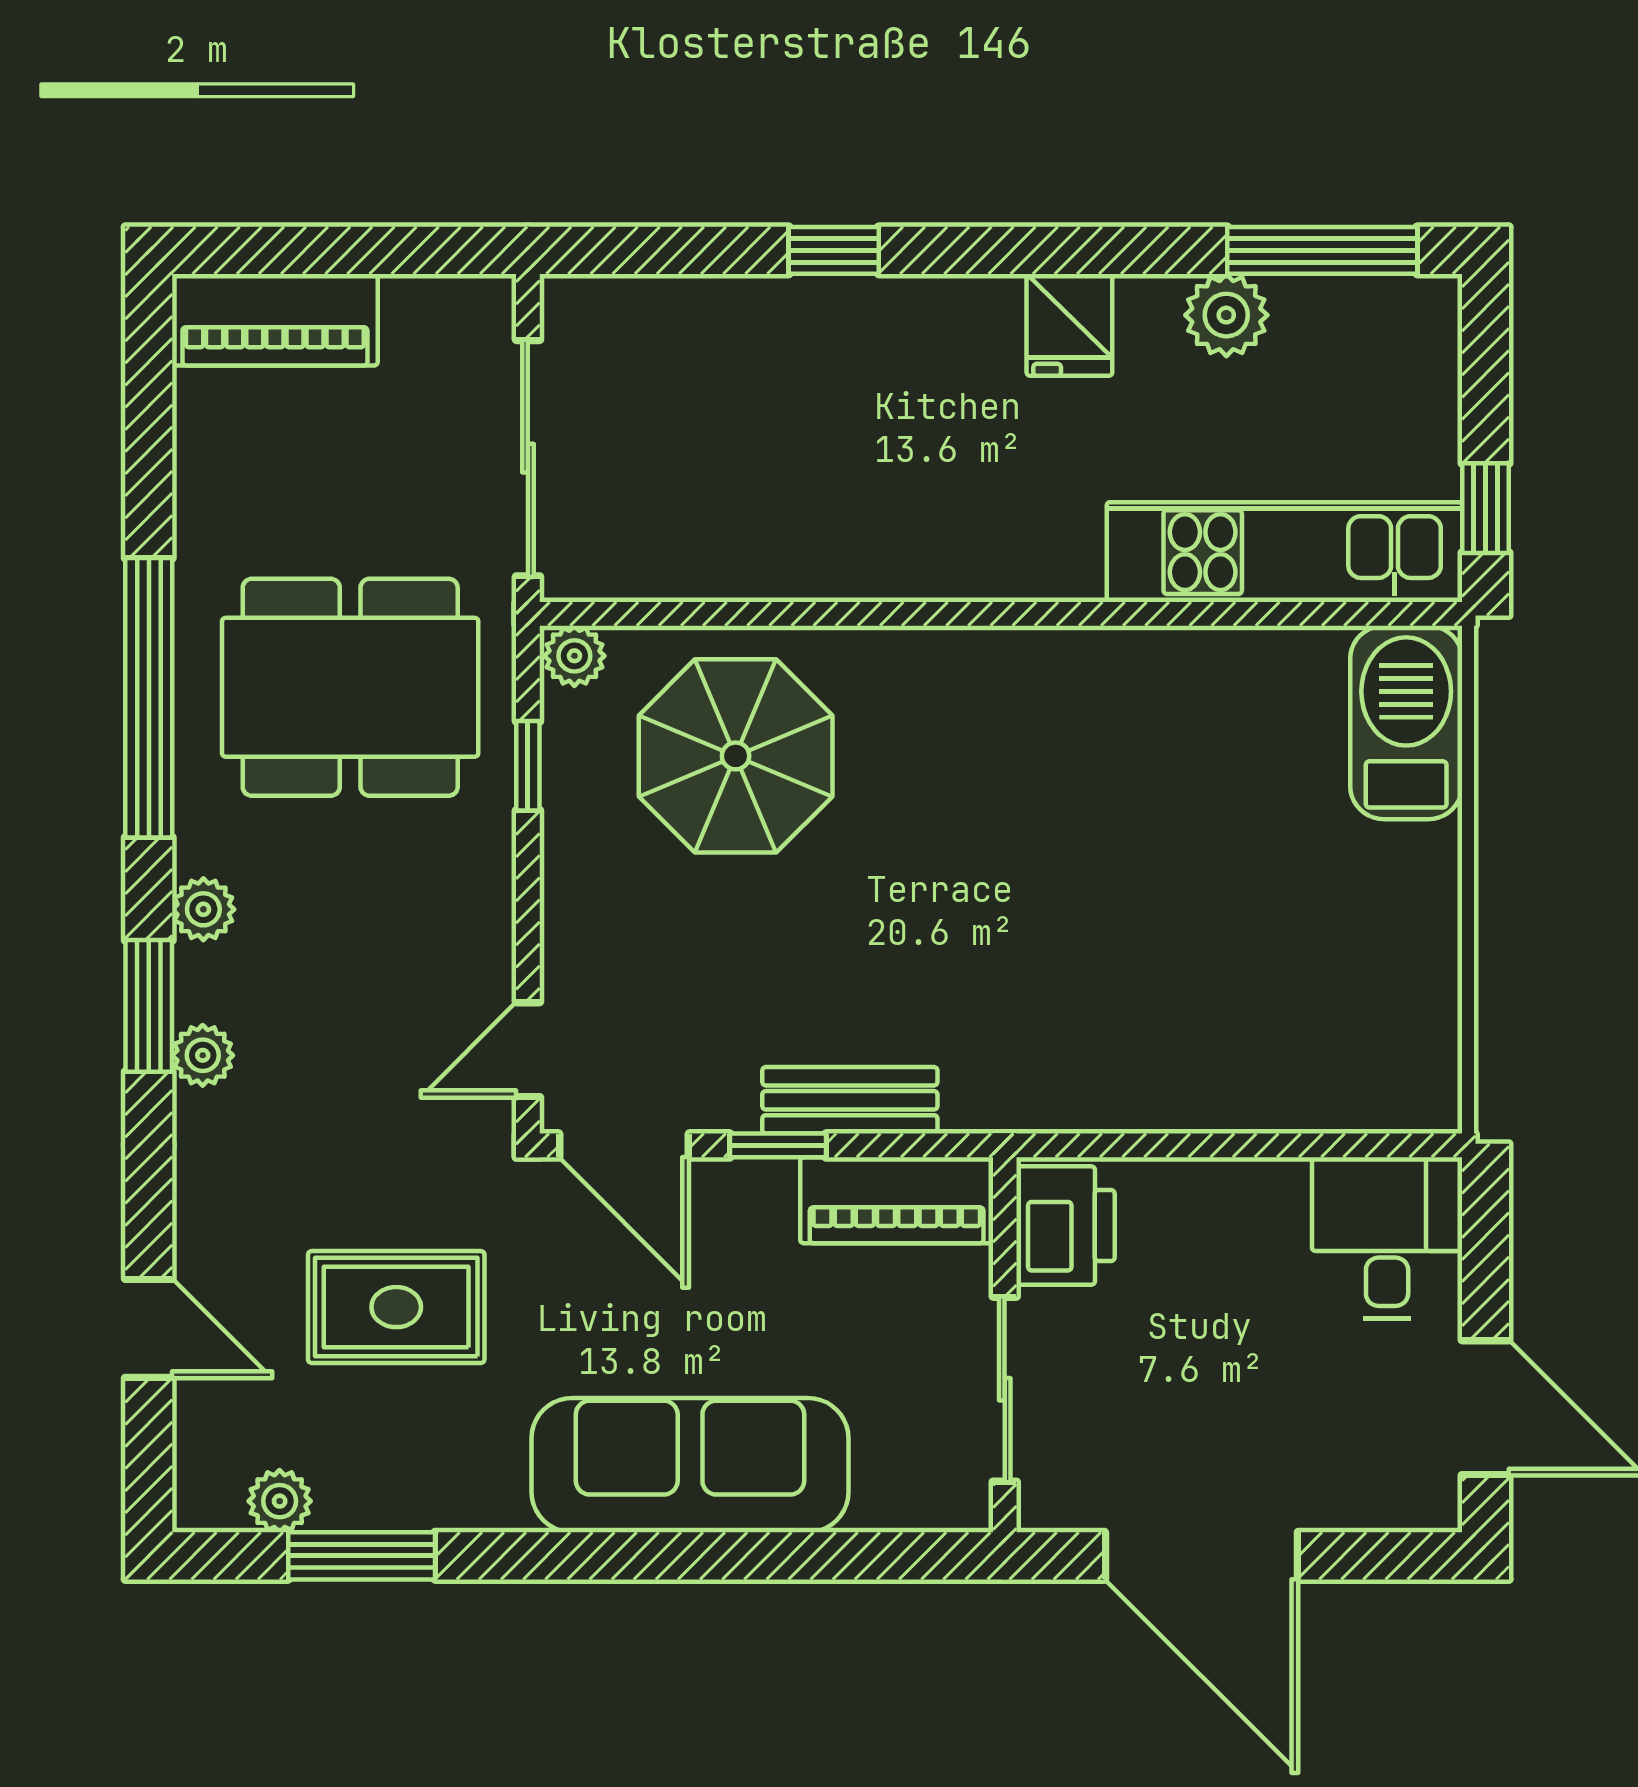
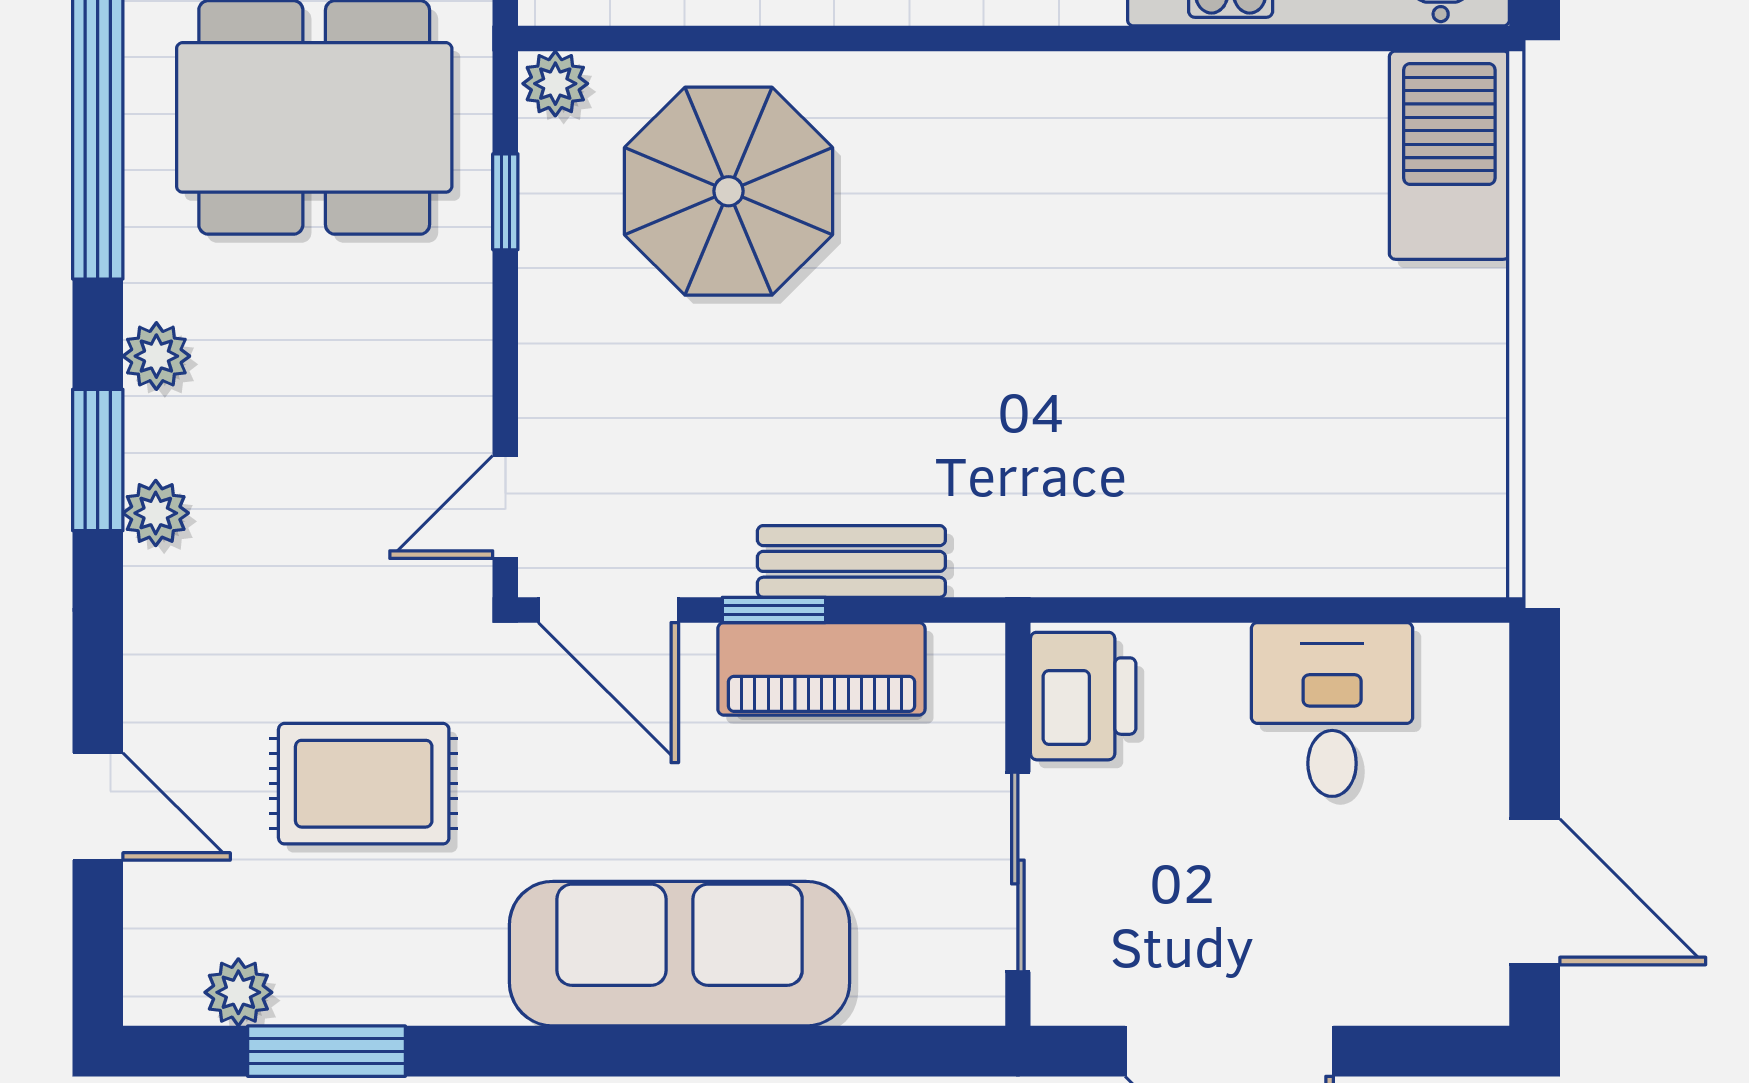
piano: (897, 1200) -> (821, 669), moved
desk: (1387, 1238) -> (1332, 709), moved

